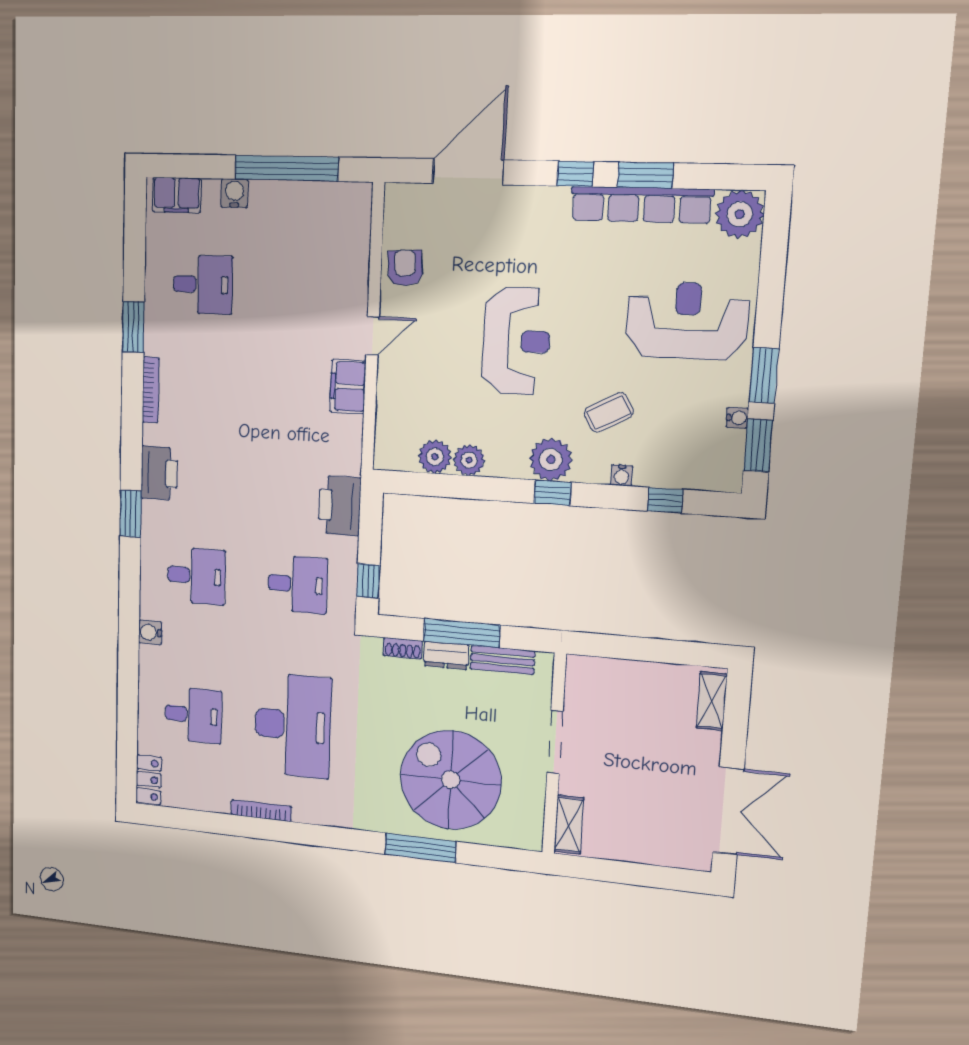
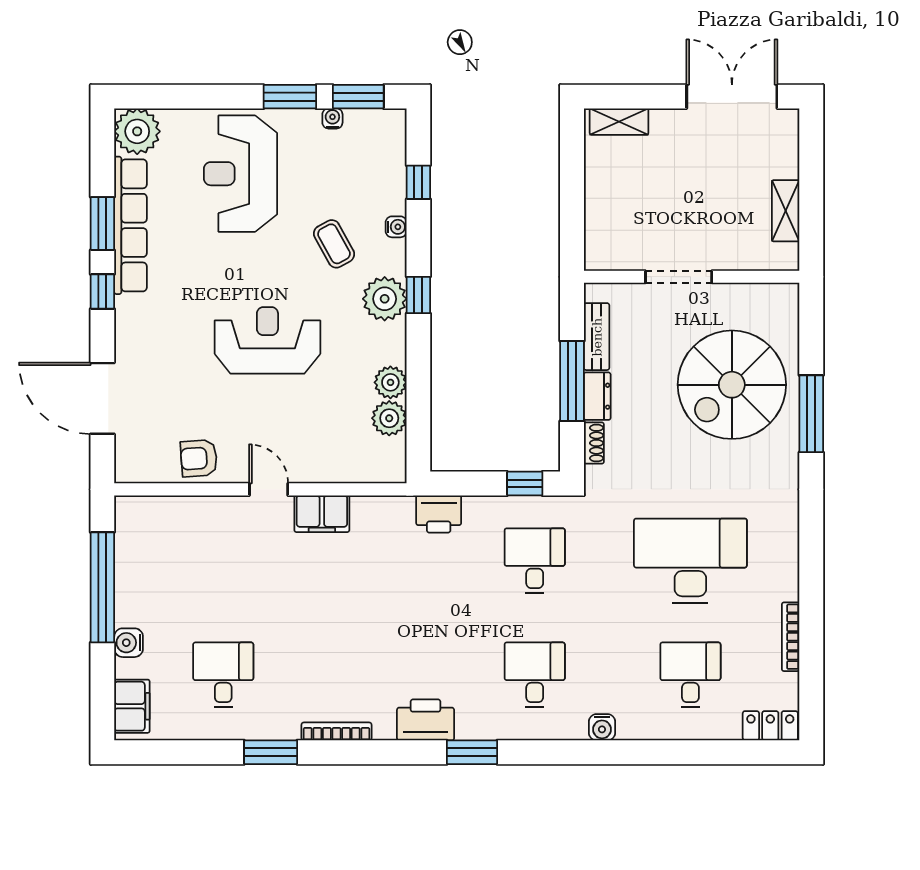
printer: (340, 506) -> (439, 514), width x0.73, depth x0.84
bookcase: (261, 810) -> (791, 637), moved
shelving: (569, 825) -> (786, 211), moved, turned 90

